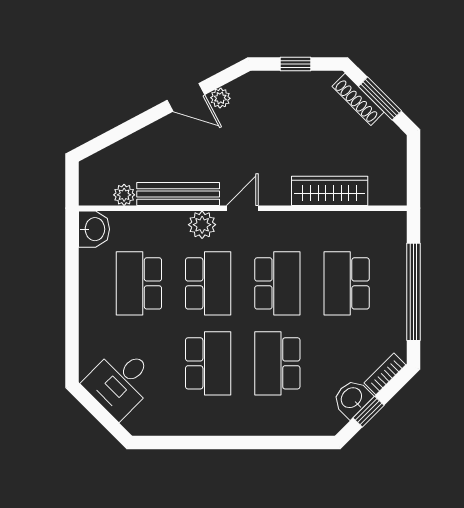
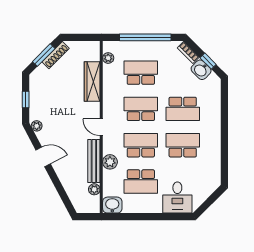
door: (186, 97) -> (43, 157), hinge flipped
plant: (220, 98) -> (37, 126), moved
shoe rack: (358, 99) -> (56, 55), moved
plant: (374, 221) -> (108, 58), added
plant: (202, 225) -> (110, 162), moved
school desk: (347, 283) -> (141, 73), turned 180
desk: (120, 382) -> (177, 198), moved, turned 45

